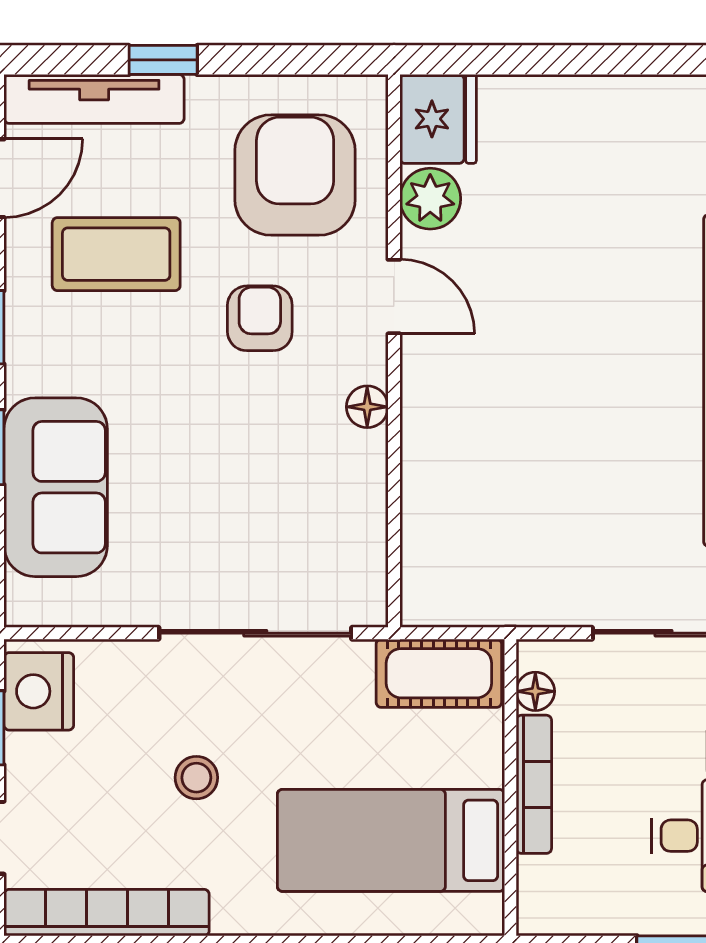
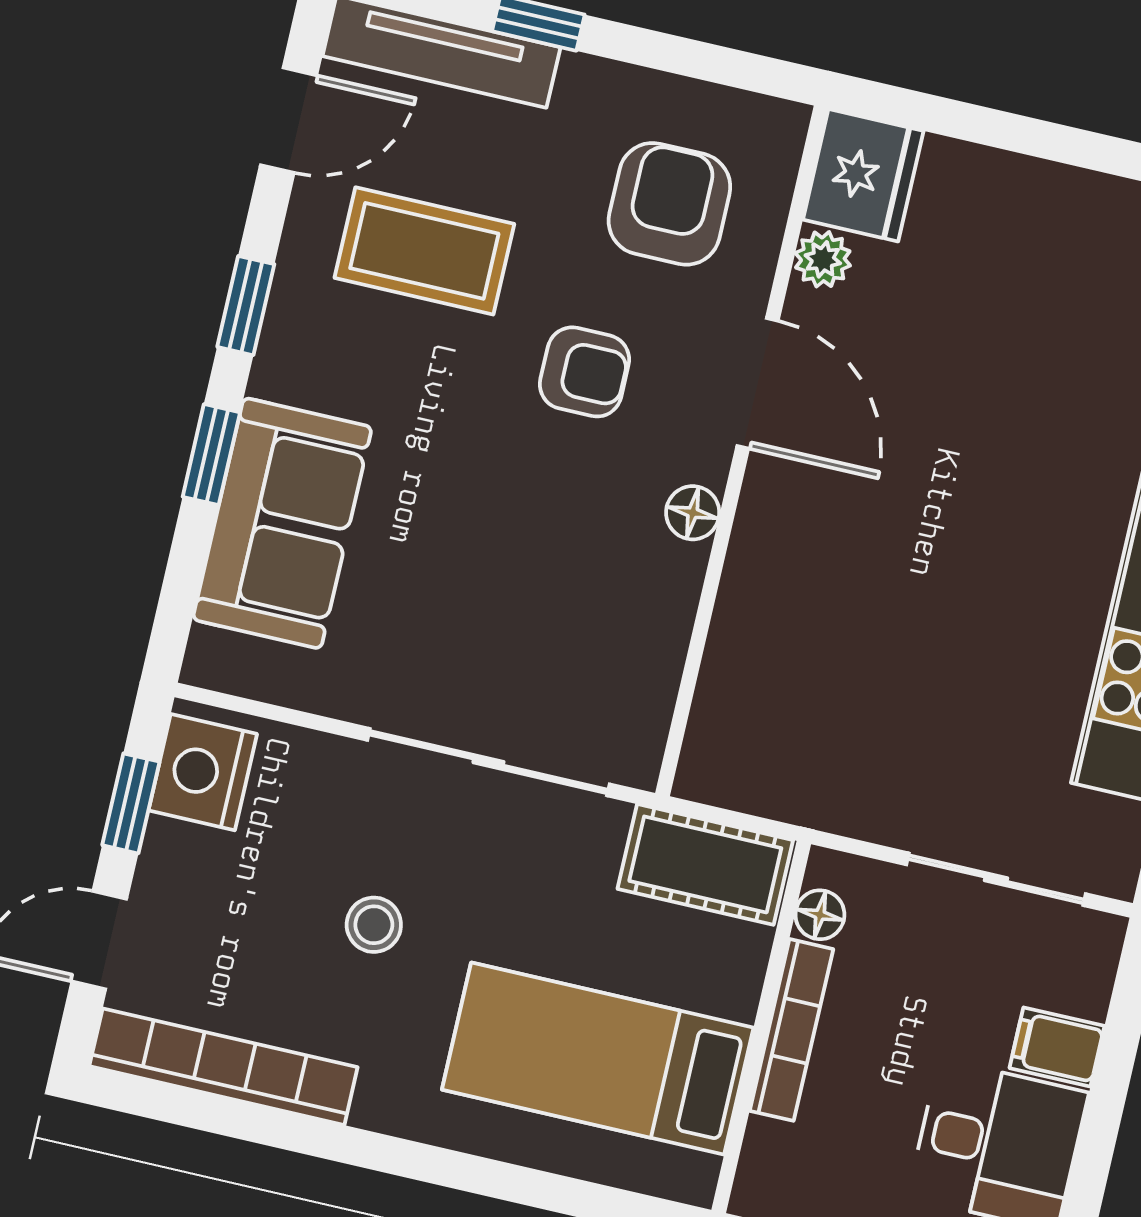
armchair: (295, 175) -> (669, 204), width x0.73, depth x0.73
plant: (430, 199) -> (823, 259), width x0.73, depth x0.73
door: (394, 297) -> (757, 383), width x1.38
armchair: (260, 318) -> (584, 372), turned 90

